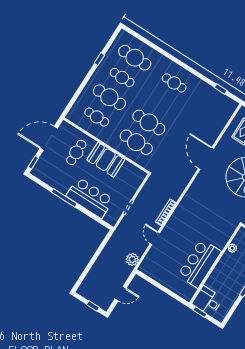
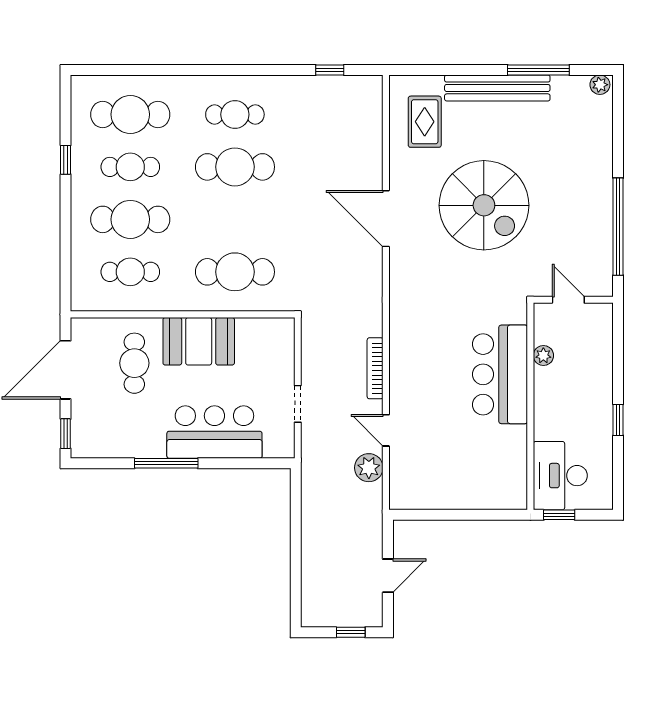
cafe table: (149, 122) -> (235, 167), moved
plant: (132, 259) -> (369, 468), moved
bar counter: (199, 263) -> (500, 374), moved
desk: (207, 301) -> (560, 476), width x1.37

